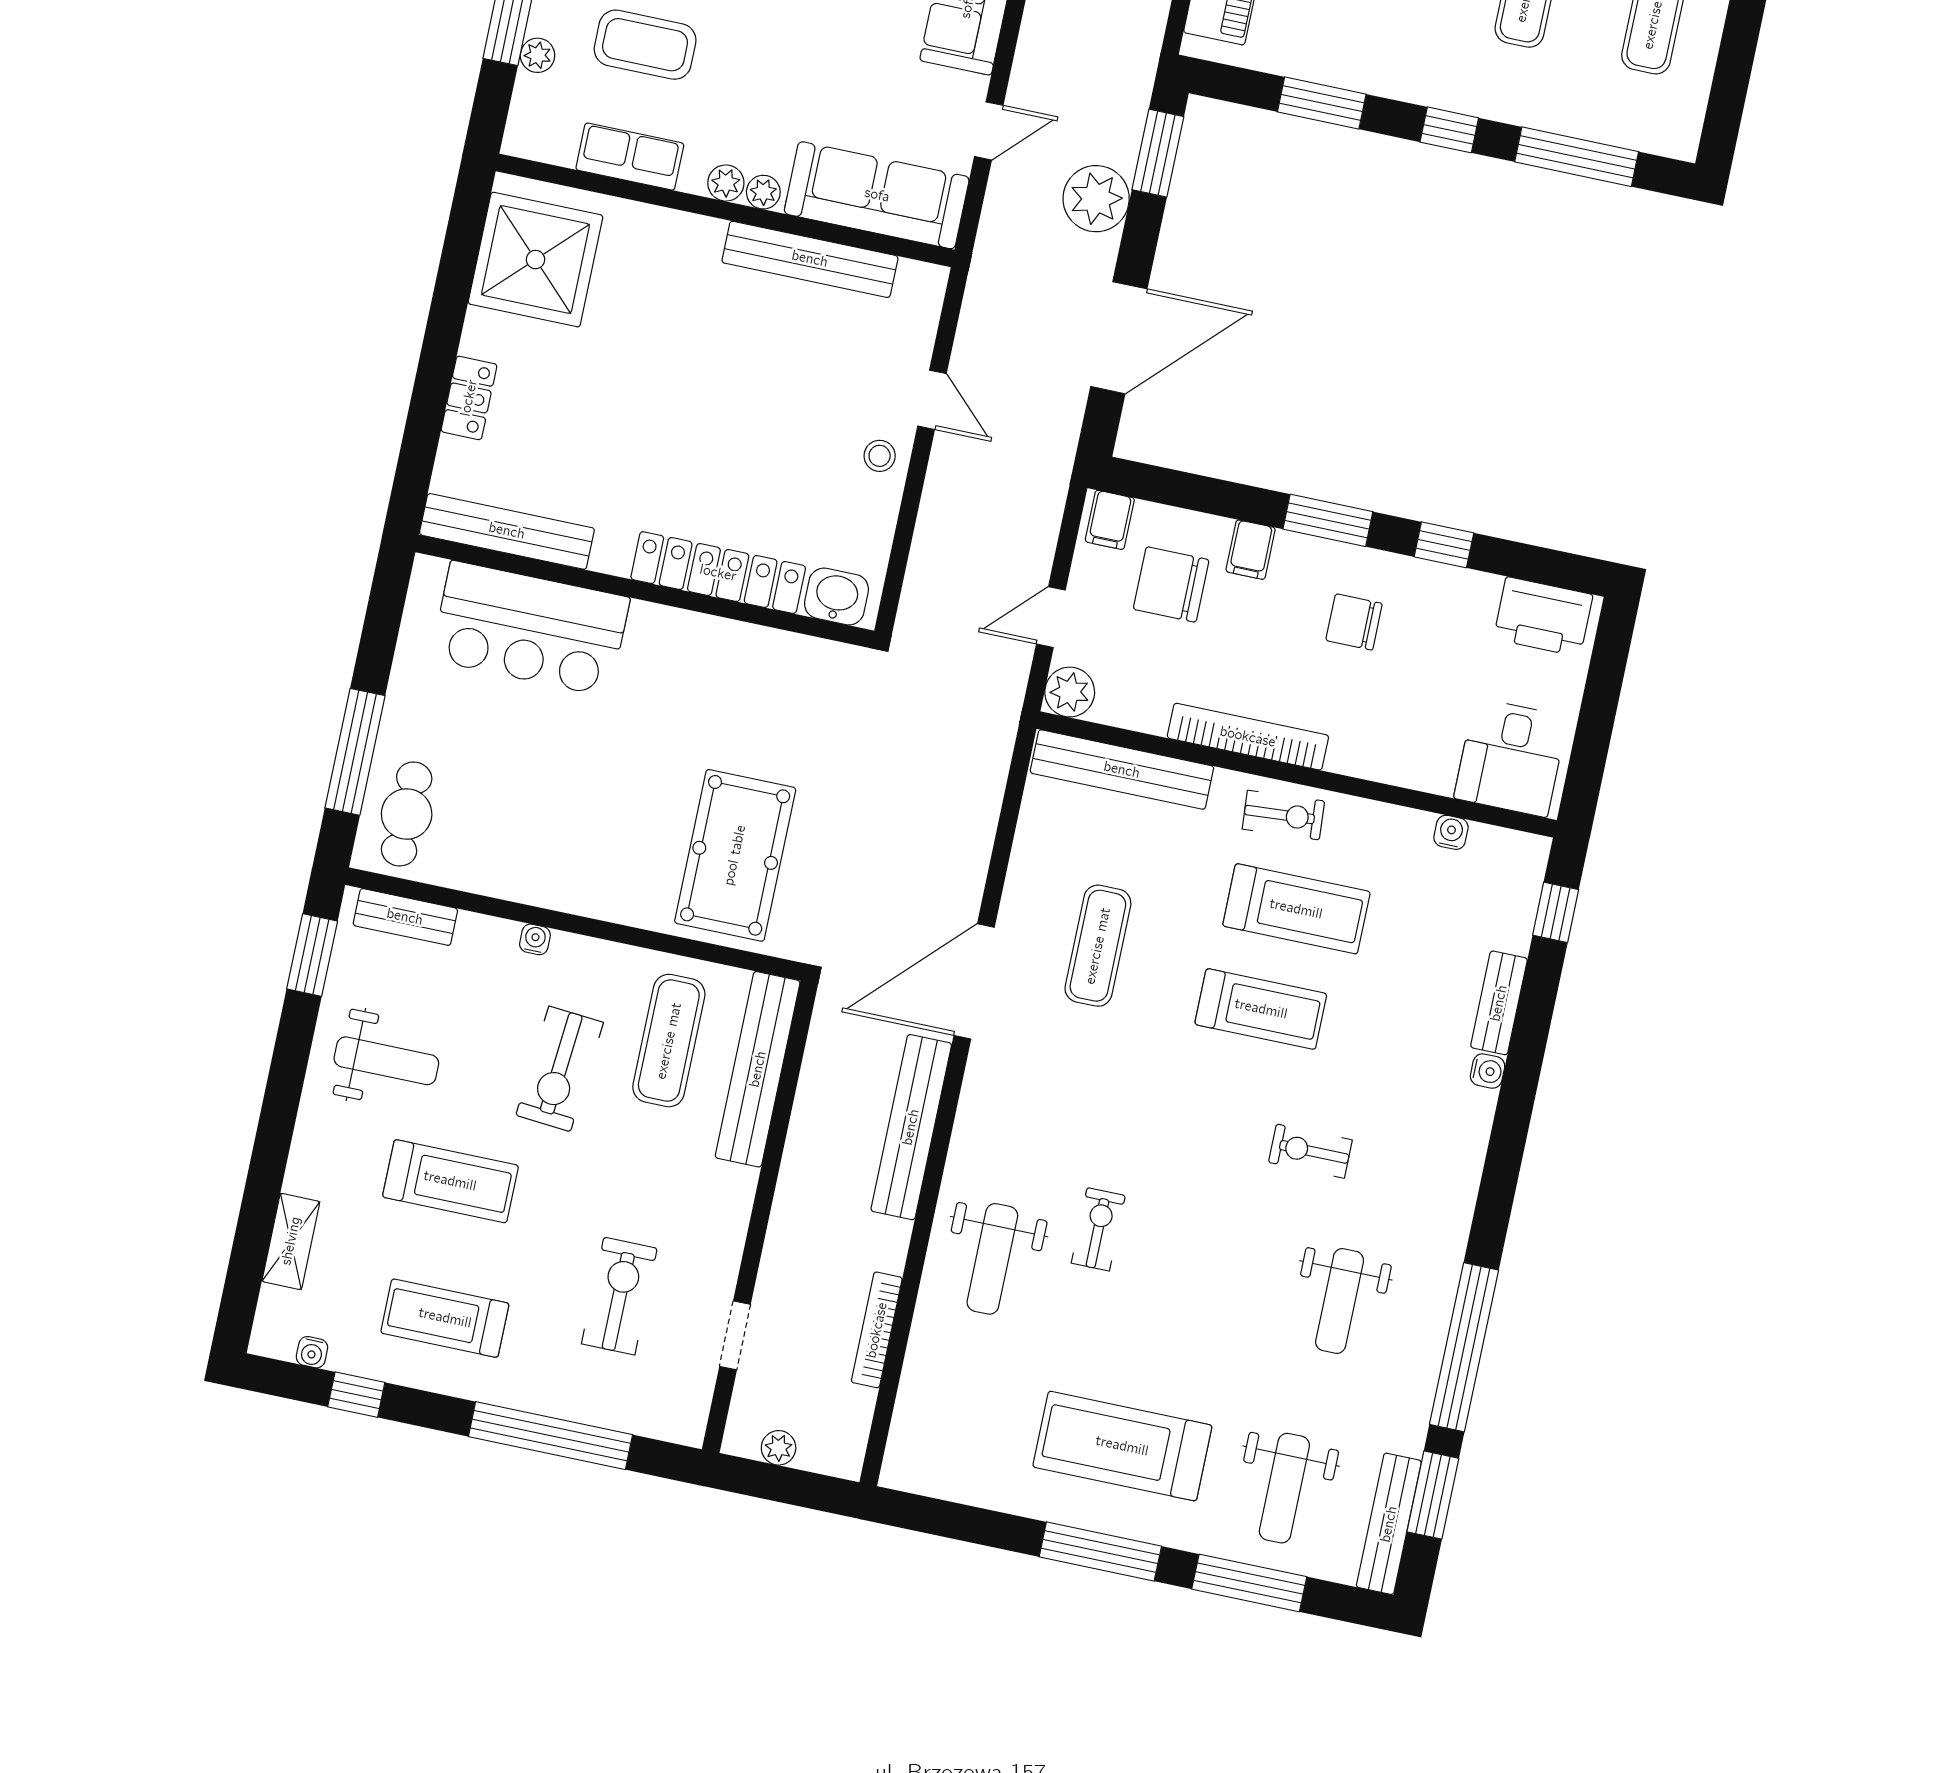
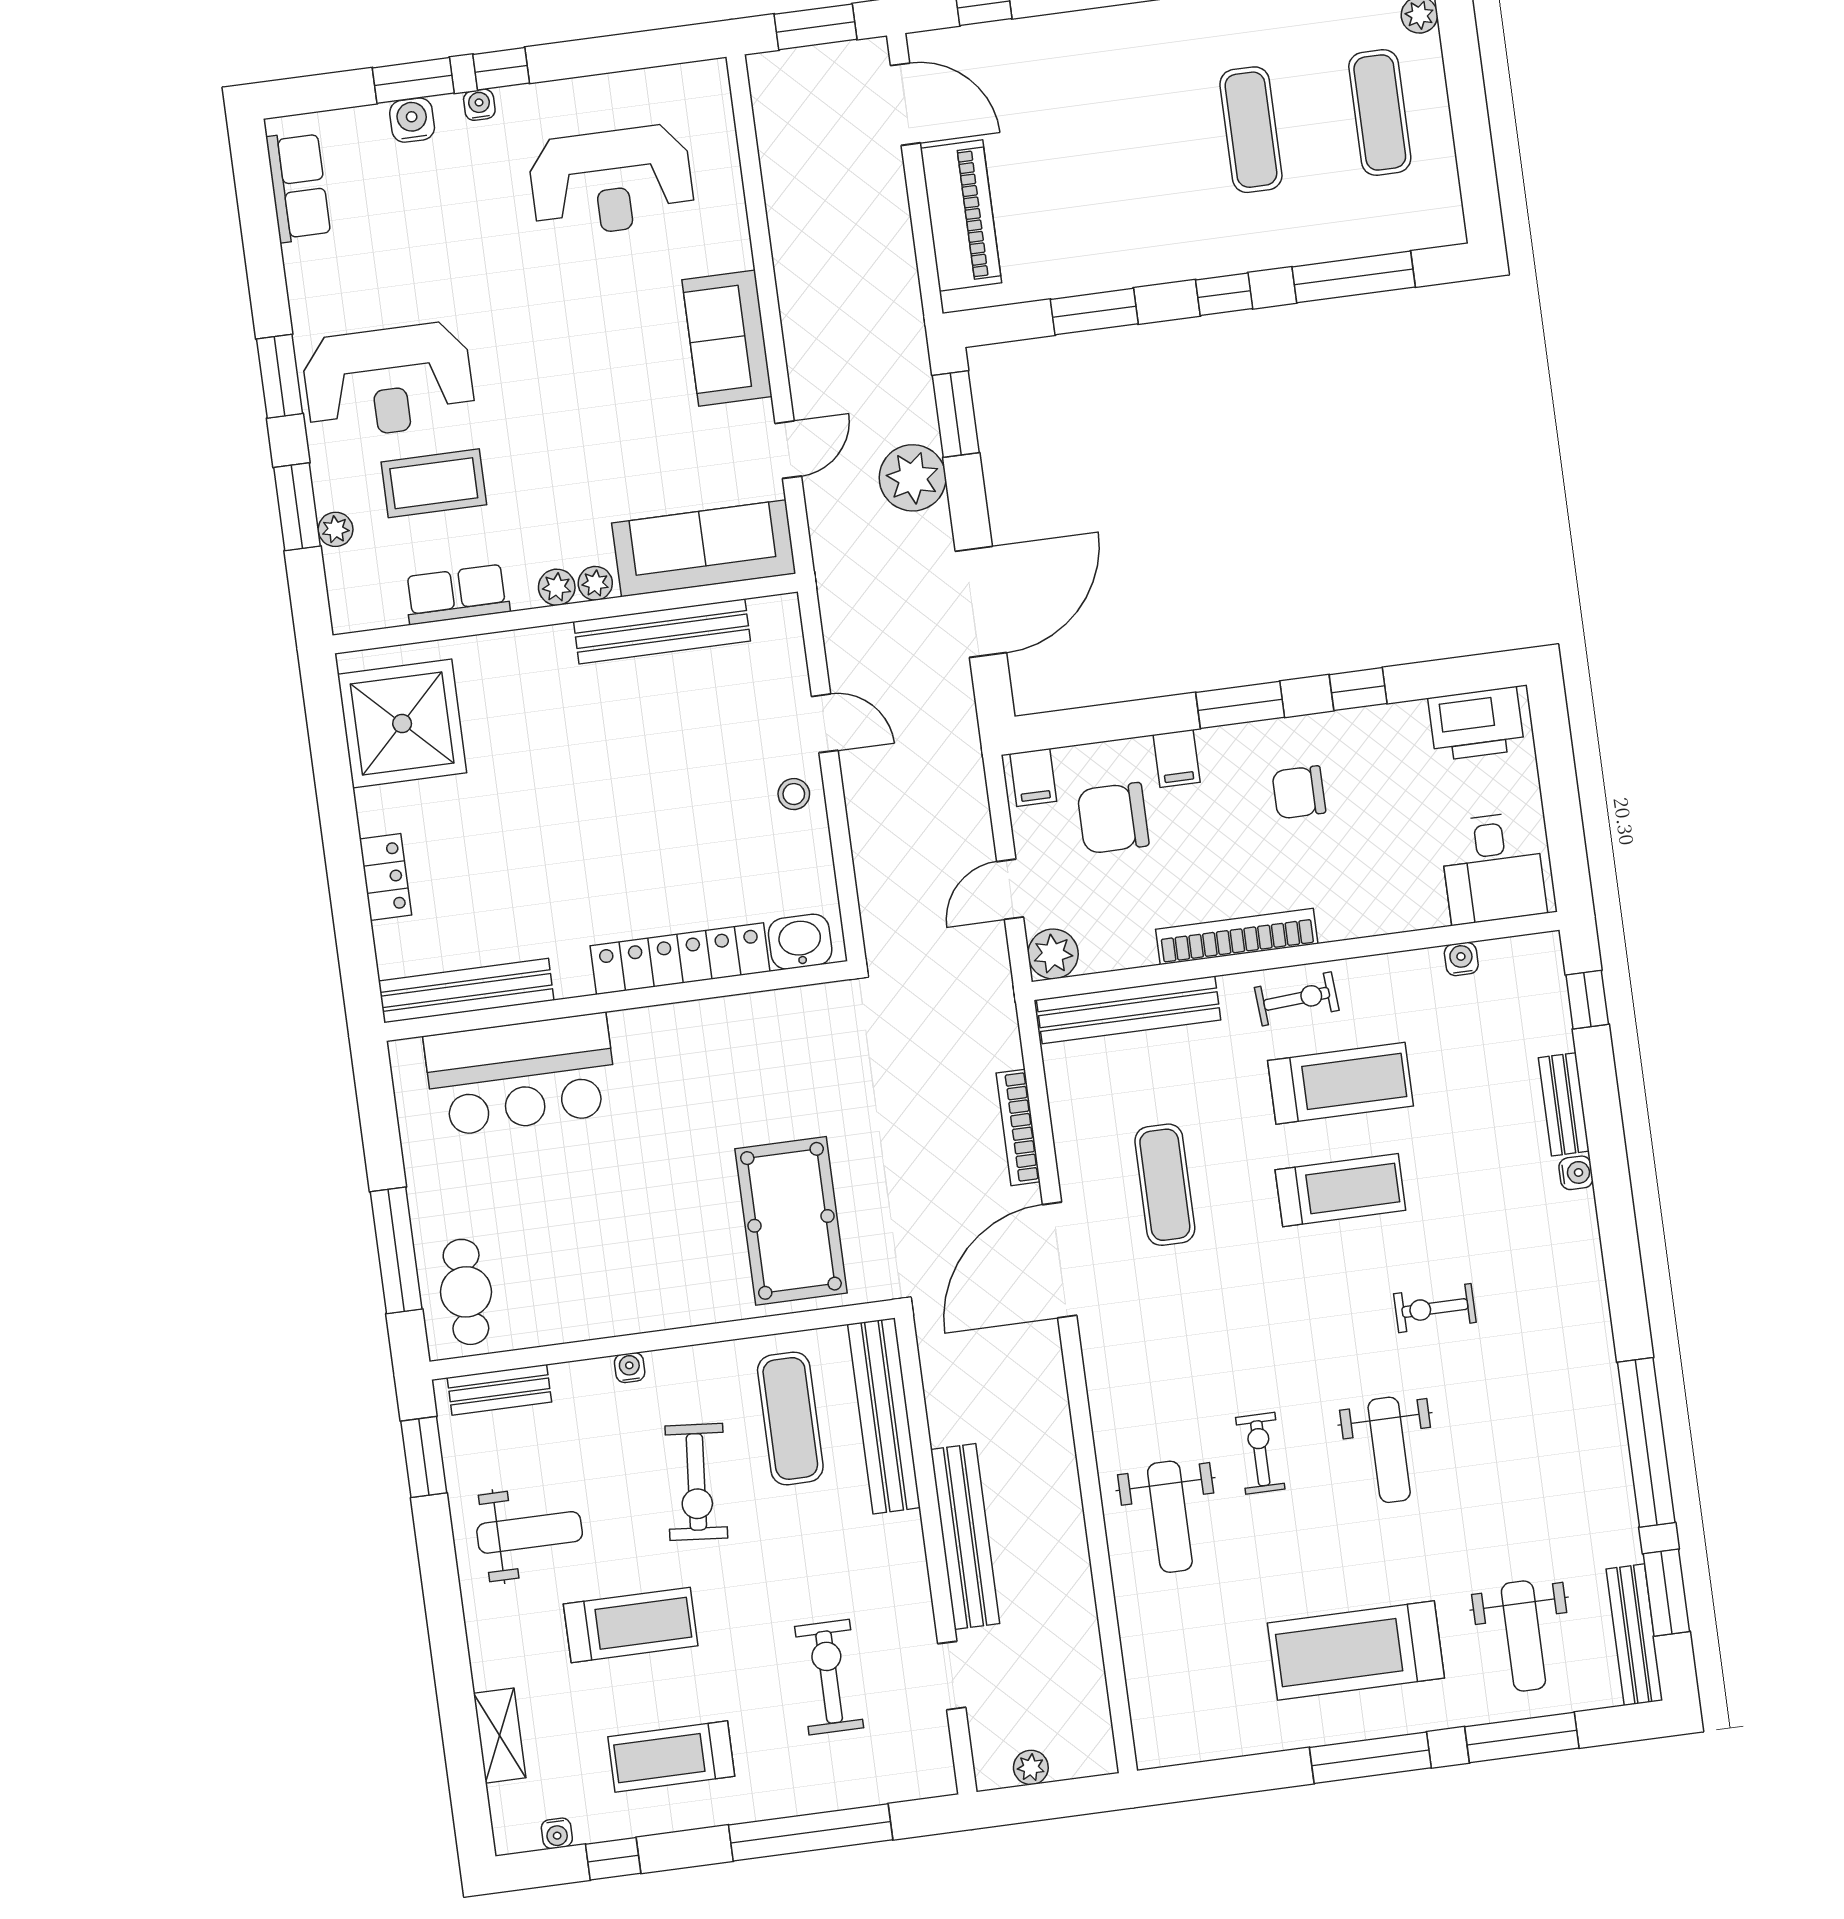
bench: (911, 1127) -> (965, 1536), moved
weight bench: (1340, 1301) -> (1389, 1450), moved
bookcase: (877, 1330) -> (1018, 1127), moved

